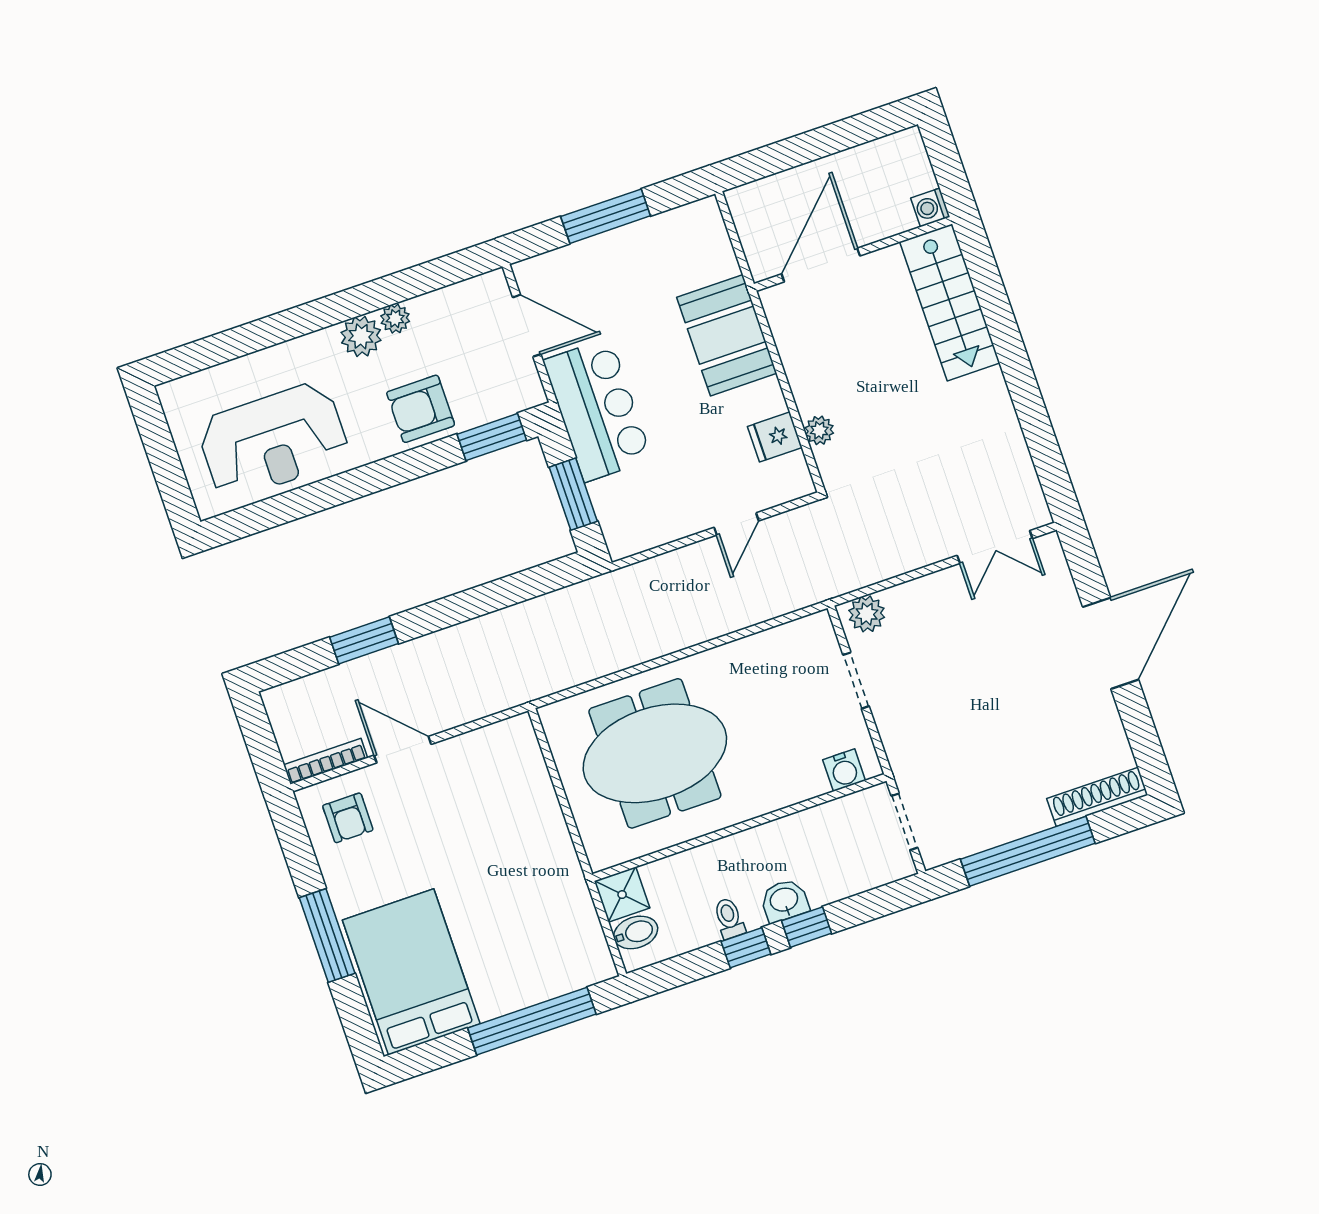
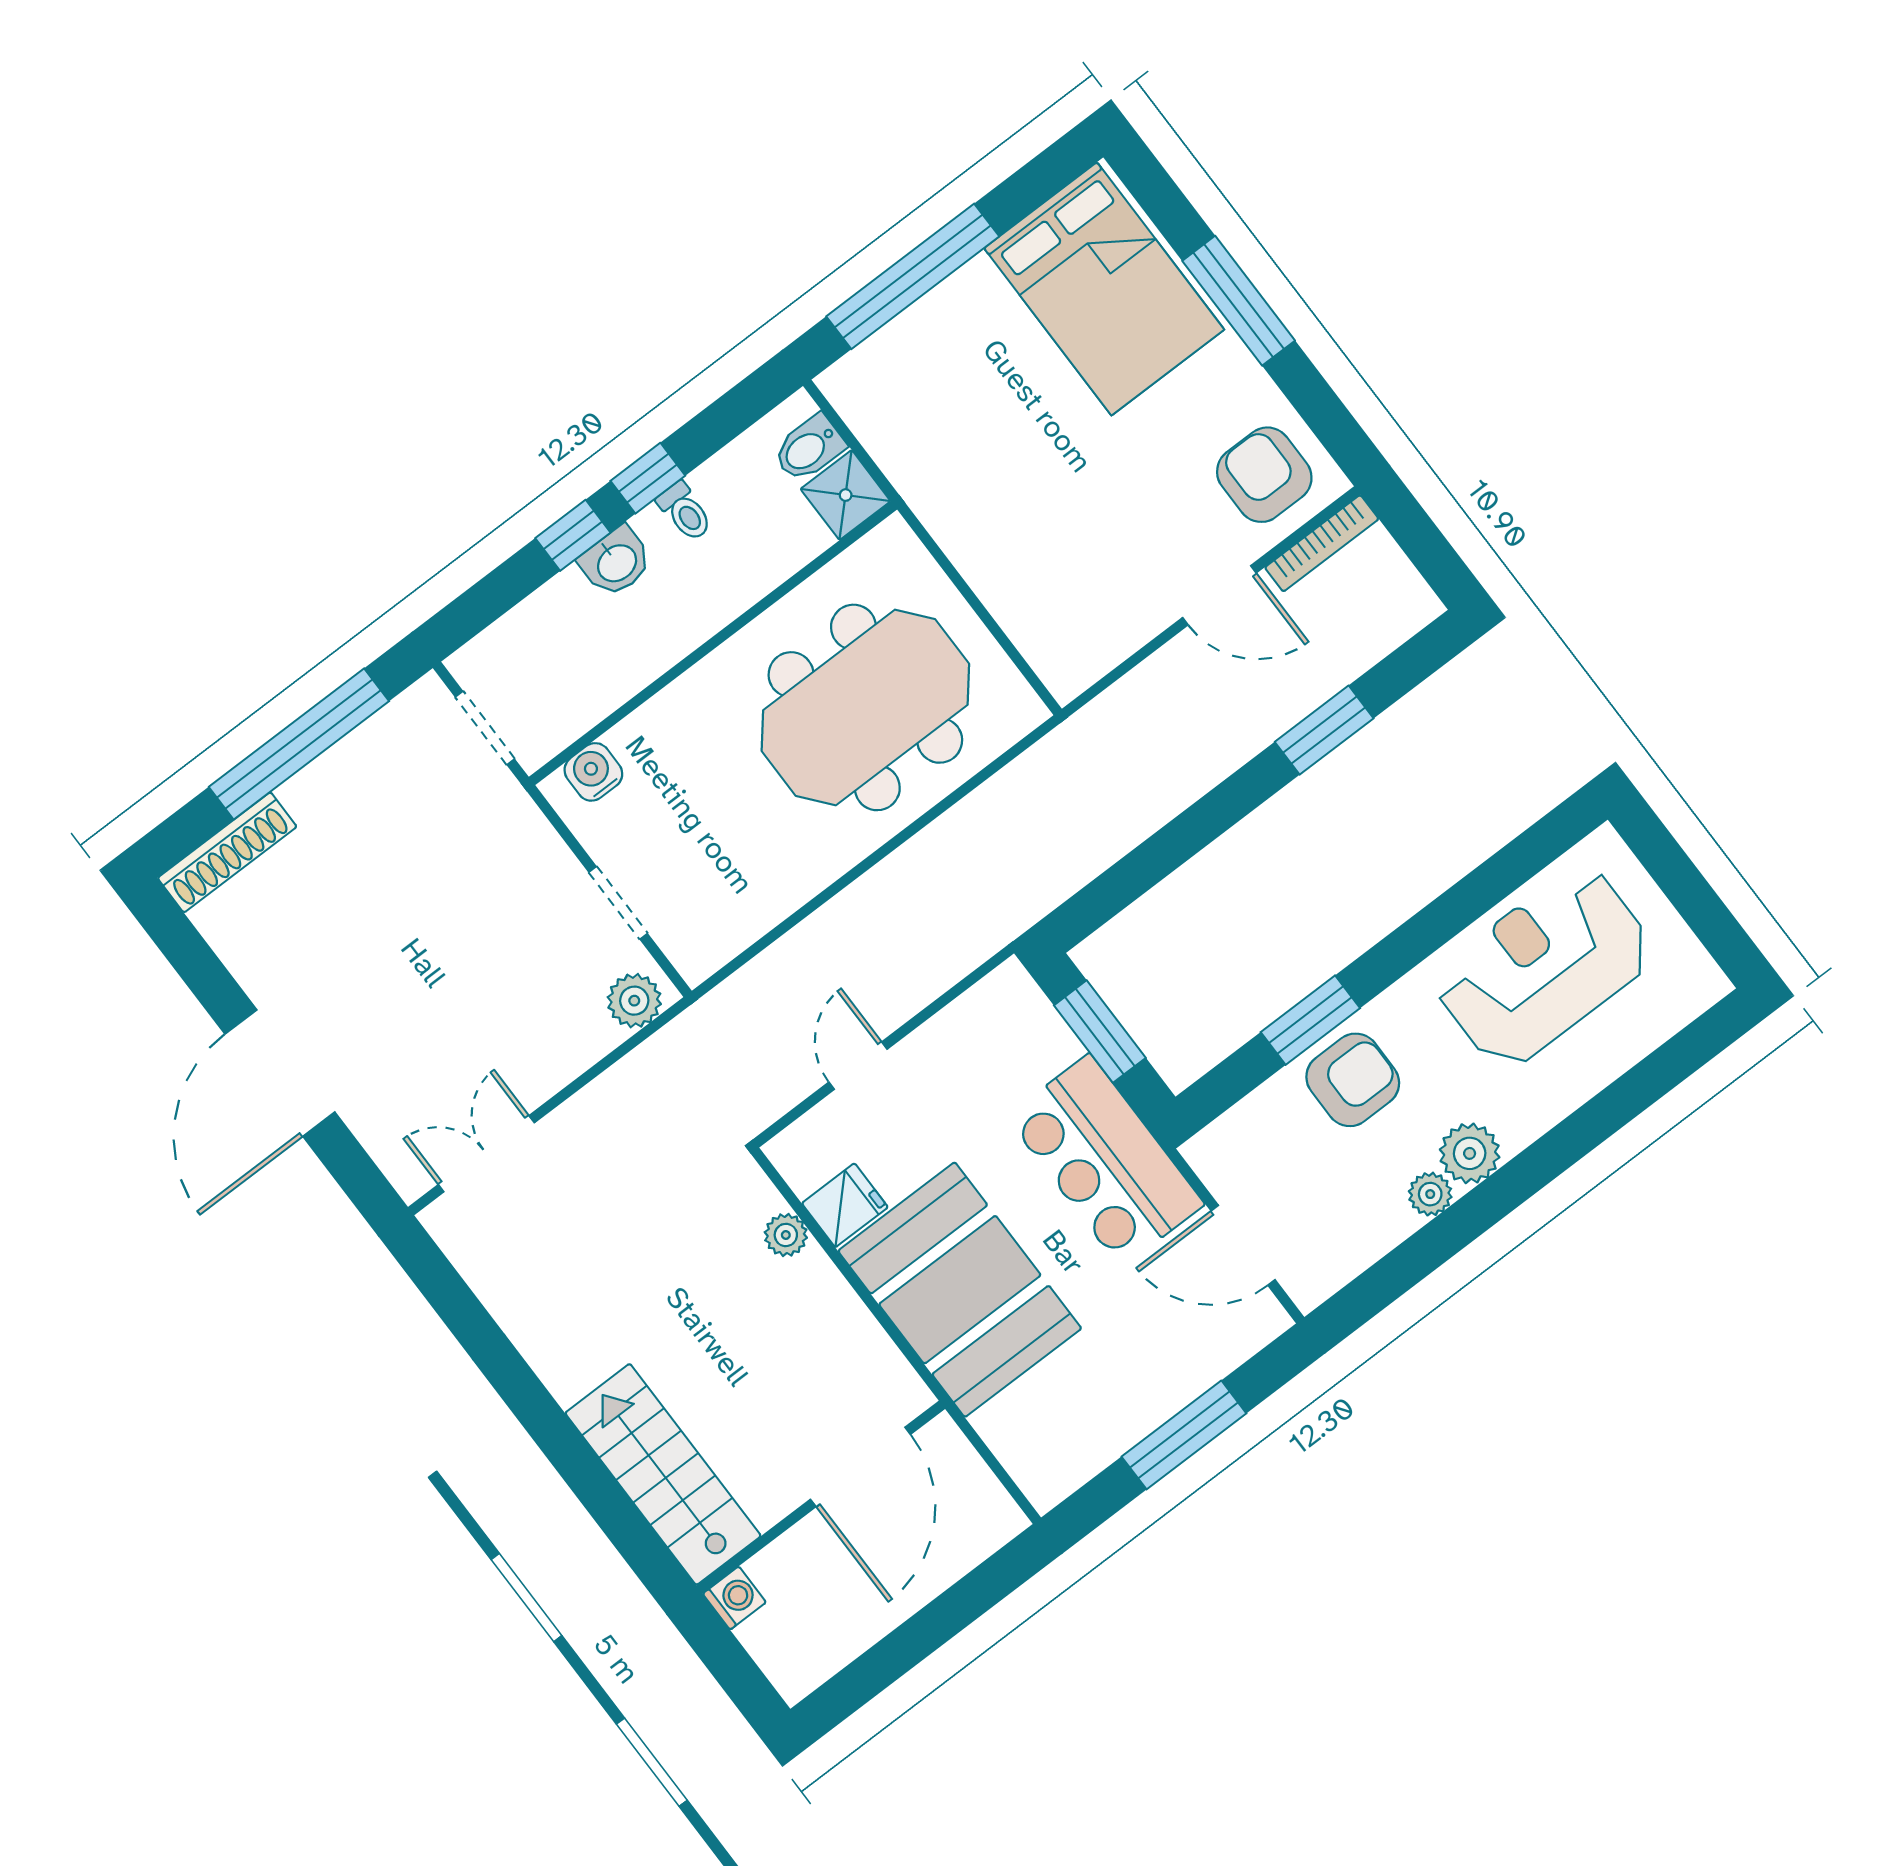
booth: (727, 335) -> (960, 1290), width x1.36, depth x1.42
window: (492, 437) -> (1310, 1020), moved
armchair: (348, 818) -> (1264, 475), width x1.38, depth x1.38

